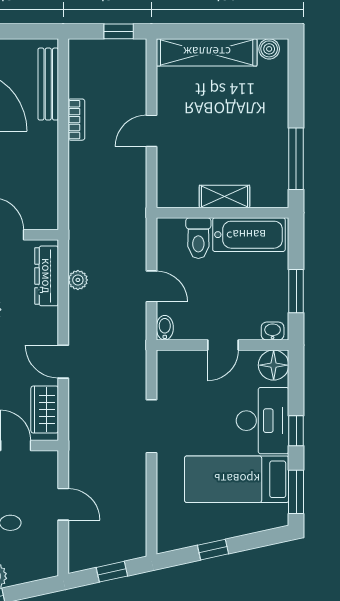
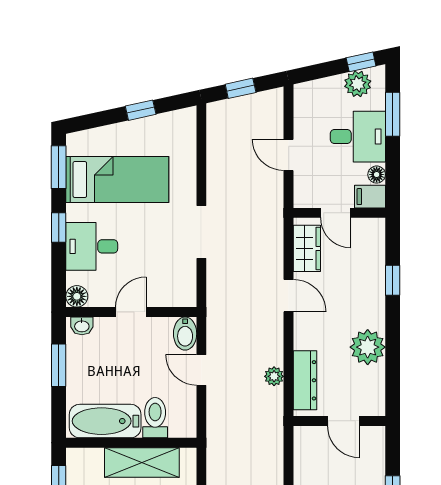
shelving: (224, 196) -> (142, 462), width x1.50, depth x1.33
bidet: (165, 328) -> (185, 334), width x1.38, depth x1.36
floor lamp: (274, 365) -> (77, 296), width x0.73, depth x0.73
desk: (263, 421) -> (92, 246), width x0.73

